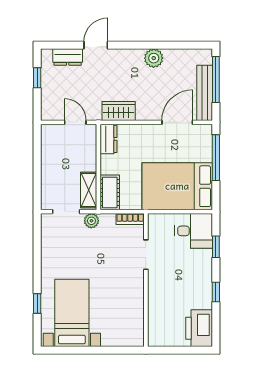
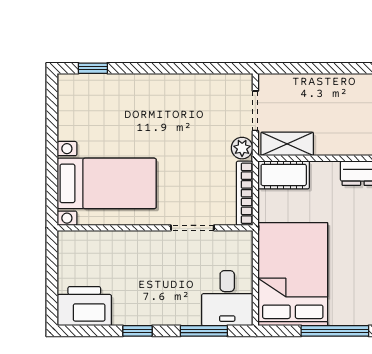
bookcase: (130, 219) -> (245, 193), width x1.56
window: (216, 247) -> (204, 331), width x1.50
window: (37, 304) -> (93, 68), moved
bed with nightstands: (72, 313) -> (107, 183), moved

